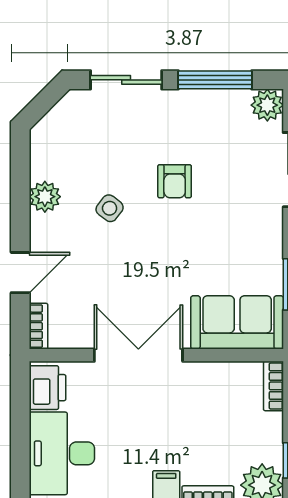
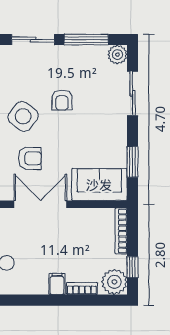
side table: (110, 208) -> (23, 116), width x1.87, depth x1.87
armchair: (121, 278) -> (30, 158), added
bookcase: (273, 386) -> (121, 231), width x1.56

